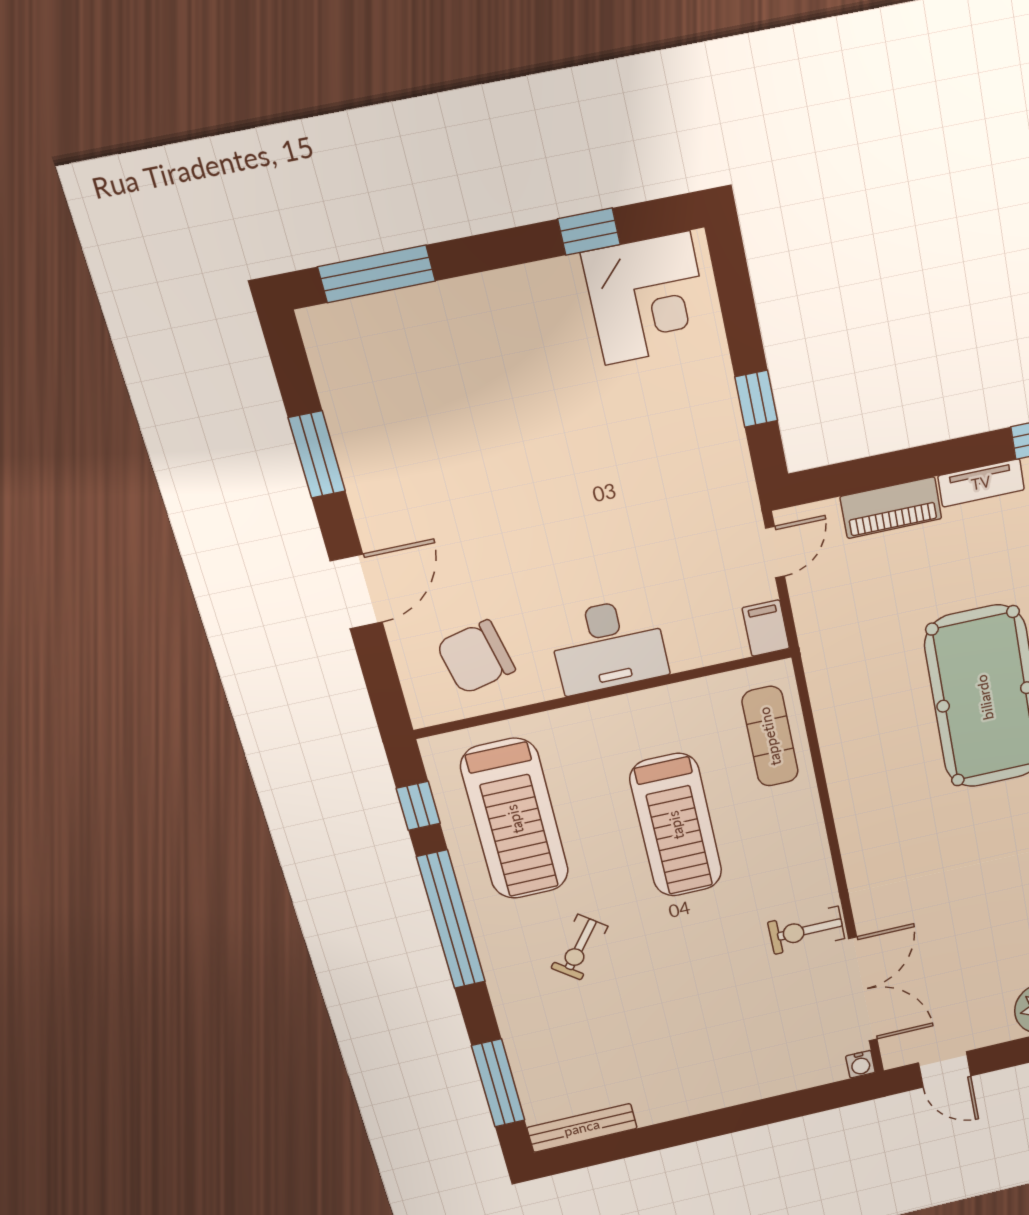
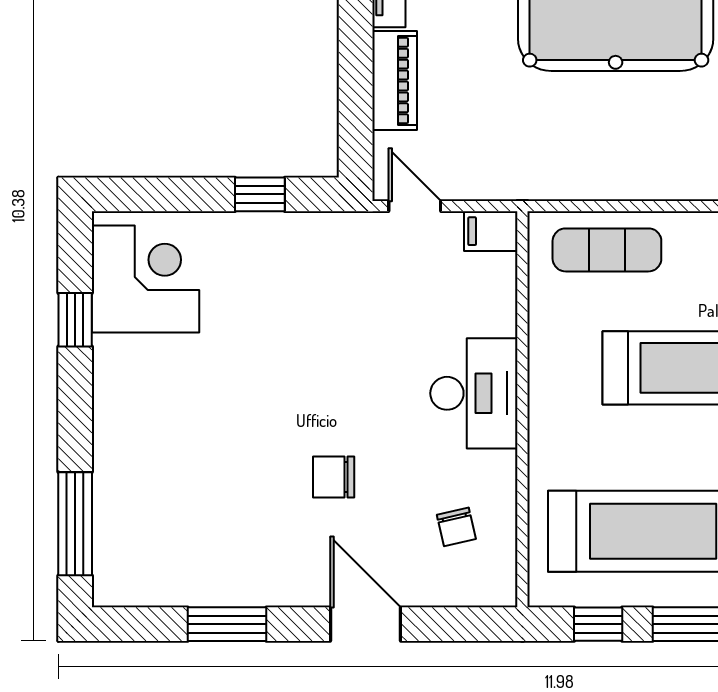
chair: (494, 530) -> (334, 477), added
chair: (476, 657) -> (456, 527), width x0.54, depth x0.54

